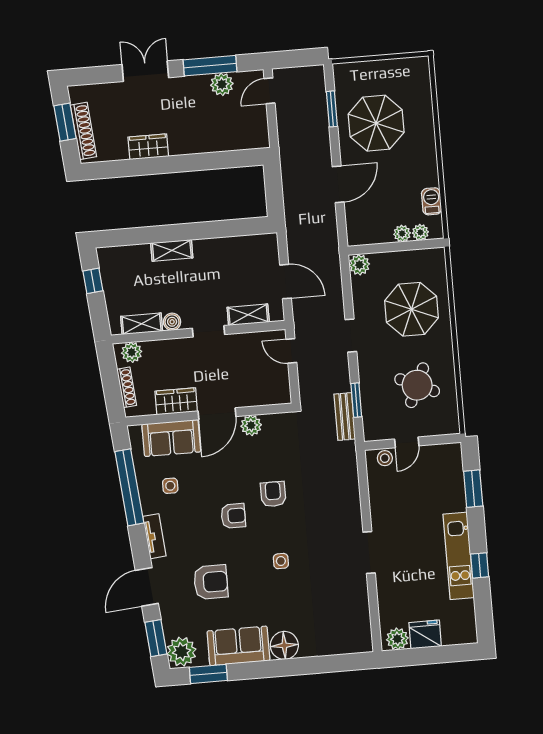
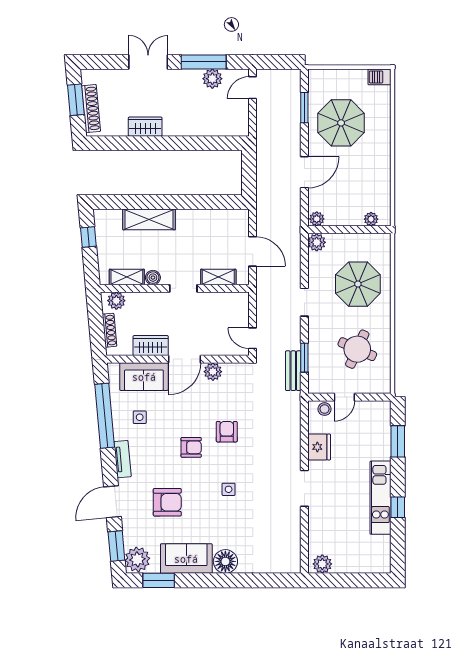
barbecue: (432, 201) -> (379, 77), moved, turned -90
plant: (402, 234) -> (317, 219), moved
shelving: (172, 250) -> (149, 219), width x1.50, depth x1.33
door: (291, 351) -> (253, 338), moved
fridge: (425, 634) -> (319, 447), moved, turned 90

